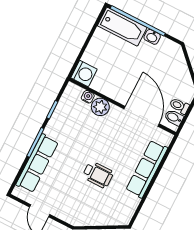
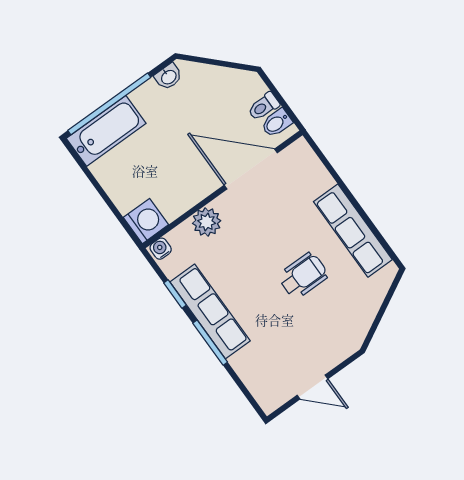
washbasin: (152, 37) -> (168, 77), moved
water cooler: (88, 97) -> (161, 249), moved
row of seats: (37, 163) -> (210, 311), moved
row of seats: (147, 169) -> (353, 231), moved

